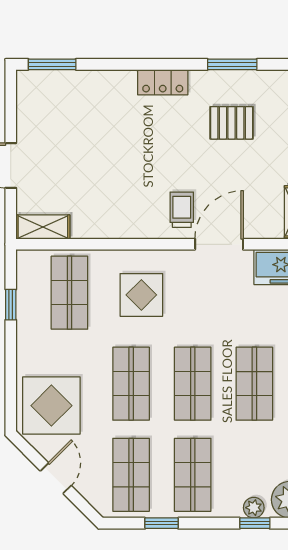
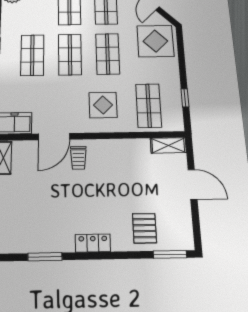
pallet: (232, 123) -> (144, 228), moved, turned 90

